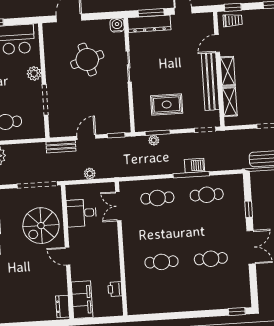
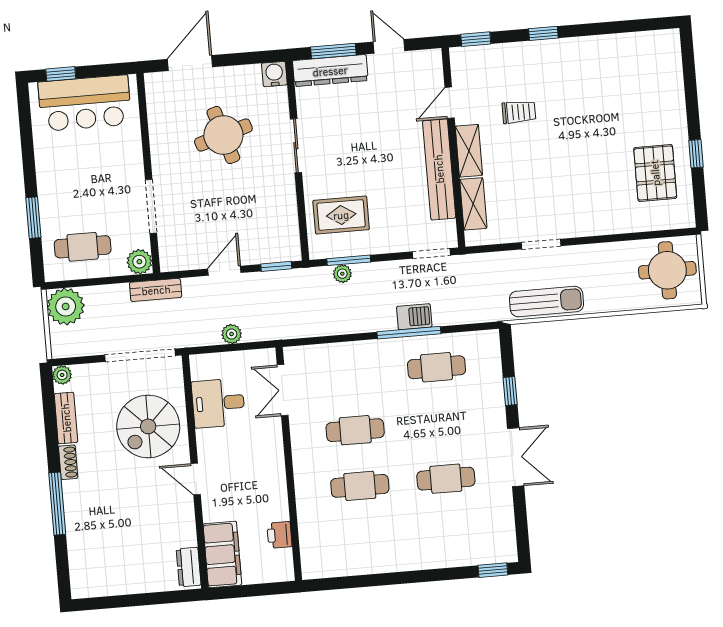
trolley: (233, 20) -> (519, 112), moved
plant: (34, 73) -> (139, 262), moved
rug: (167, 105) -> (341, 215), moved
bench: (61, 147) -> (156, 290), moved
cafe table: (157, 198) -> (355, 430), moved

